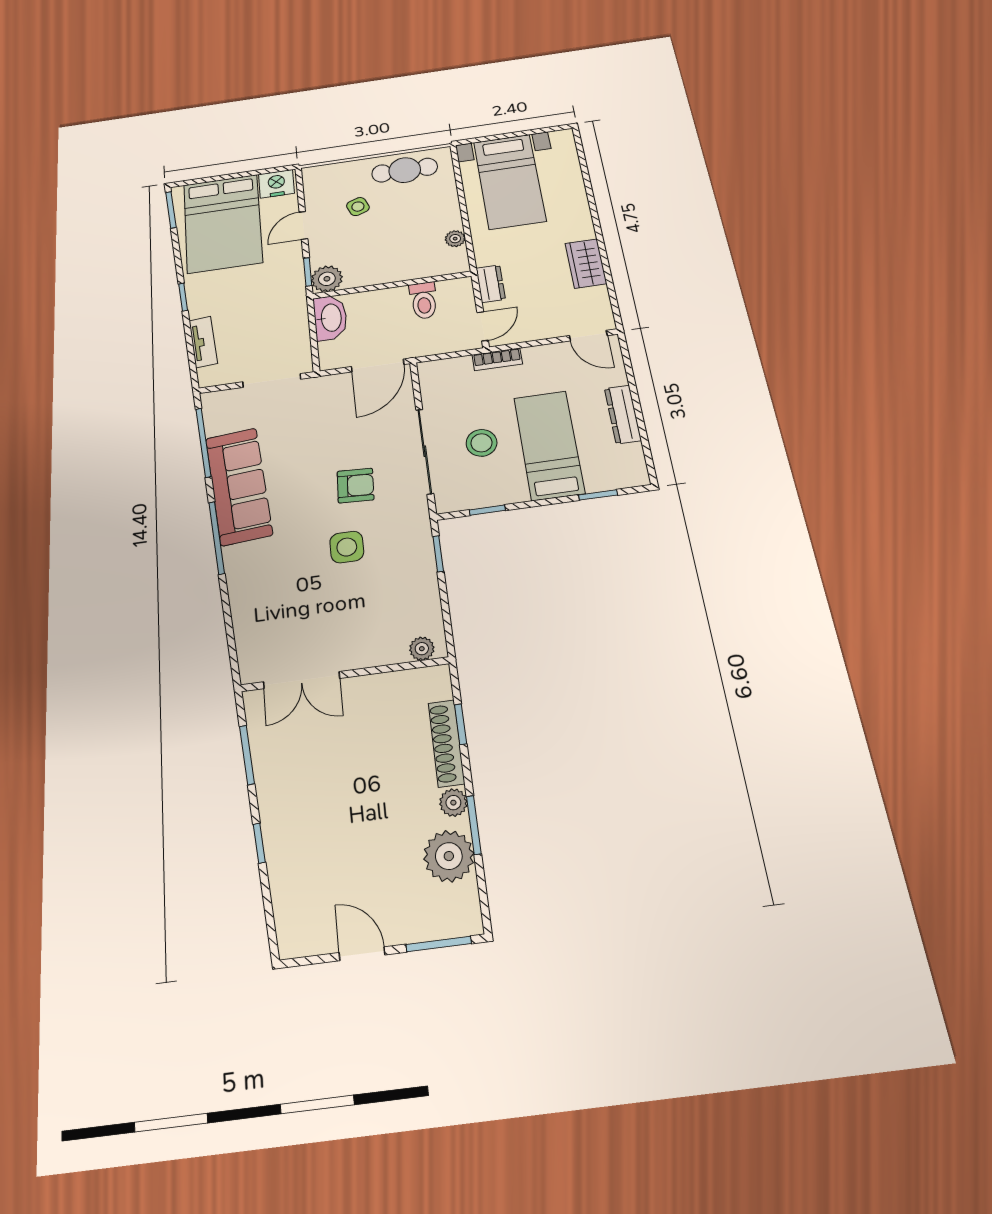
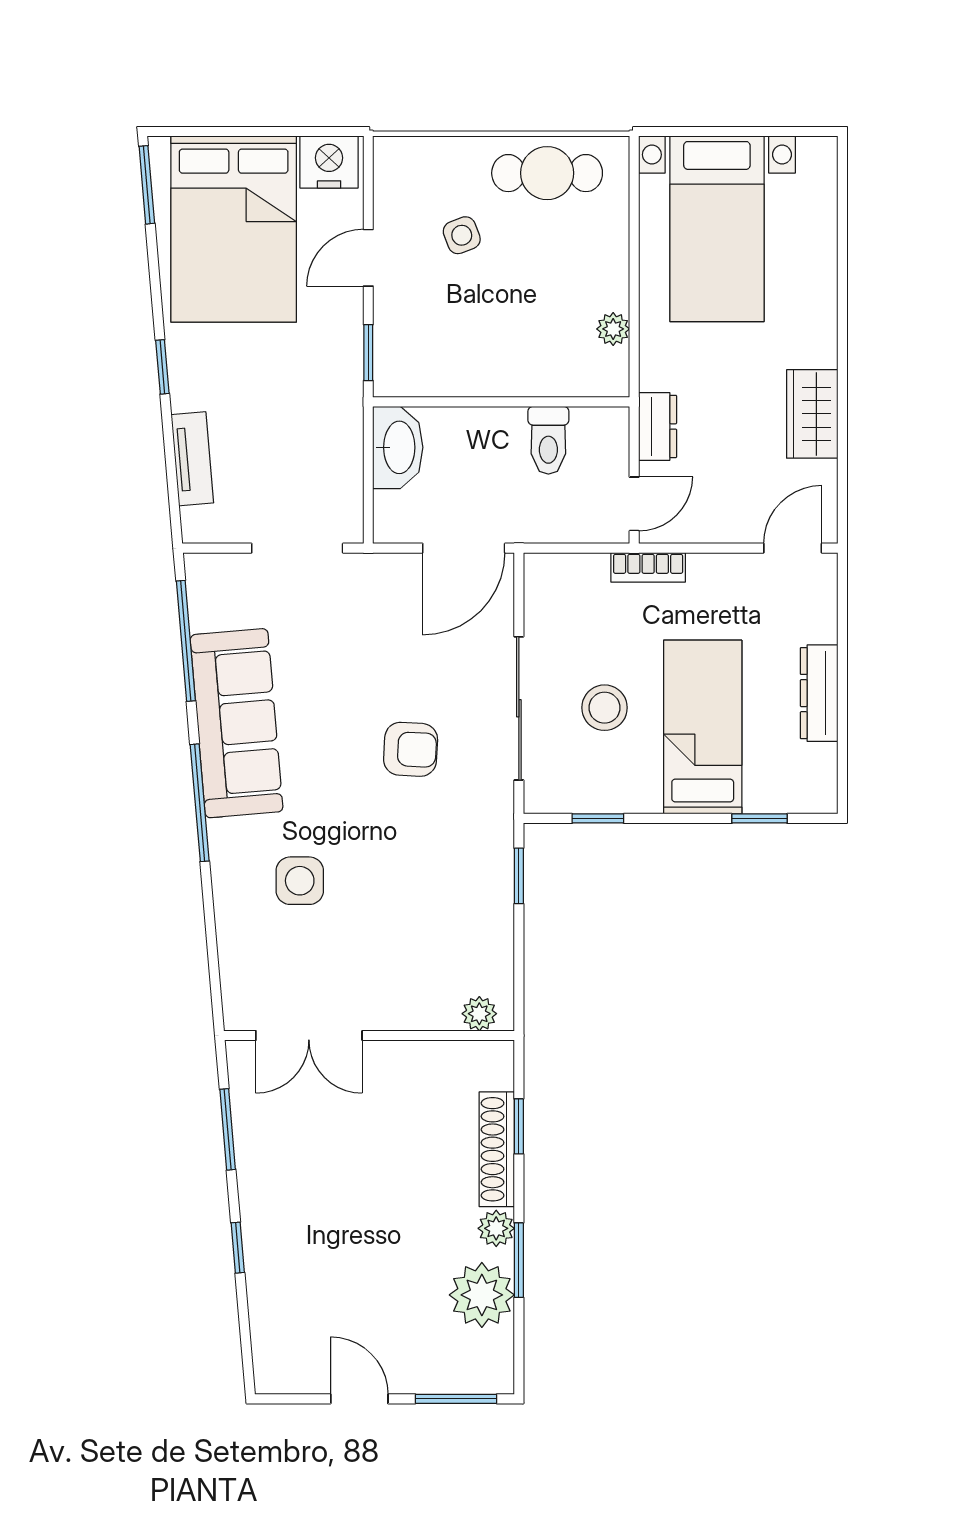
plant: (327, 279) -> (398, 372), removed
door: (588, 336) -> (793, 548), swing flipped
side table: (347, 547) -> (300, 881), moved

